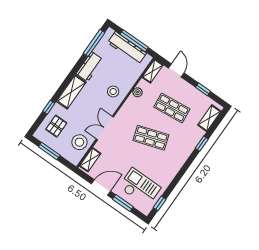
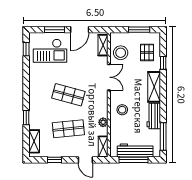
shop shelf: (151, 138) -> (68, 95), turned 33

